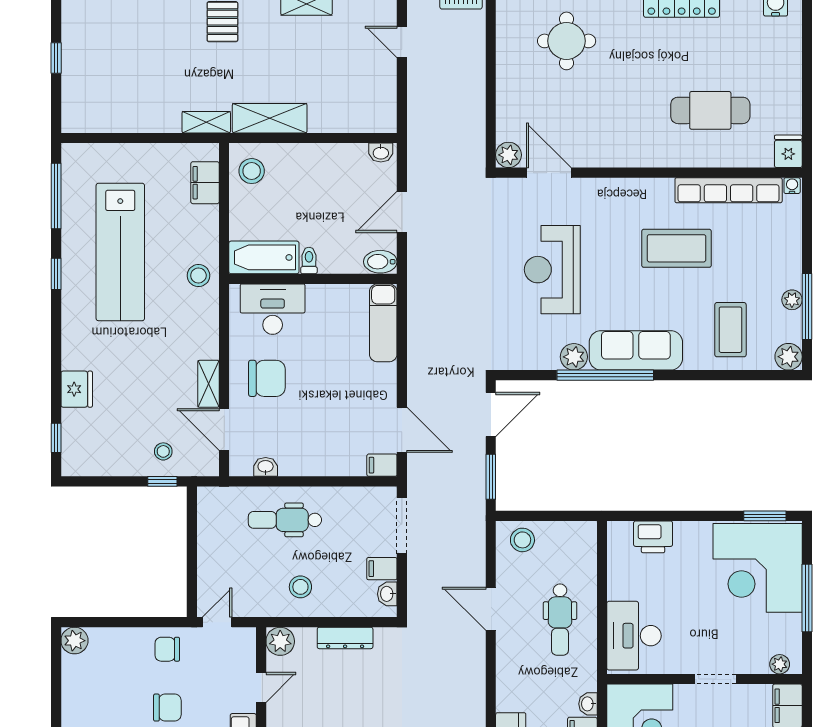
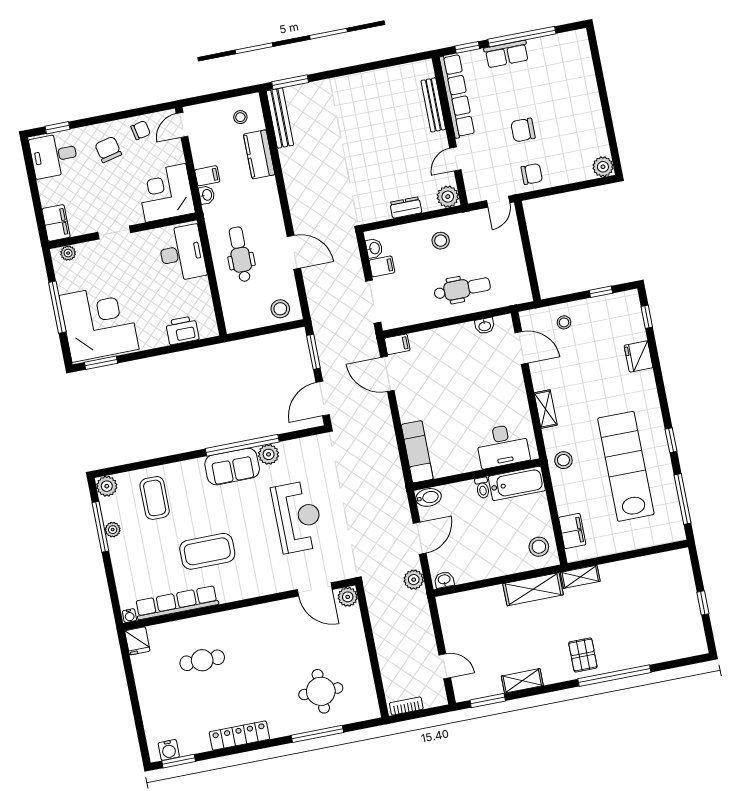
cafe table: (710, 110) -> (202, 660), width x0.73, depth x0.74
plant: (420, 160) -> (414, 580), added
sofa: (636, 350) -> (232, 467), width x0.73
chair: (267, 378) -> (497, 393), removed
shelving: (208, 384) -> (546, 409), moved
window: (162, 481) -> (601, 292), moved
dresser: (345, 638) -> (406, 207), width x0.70

